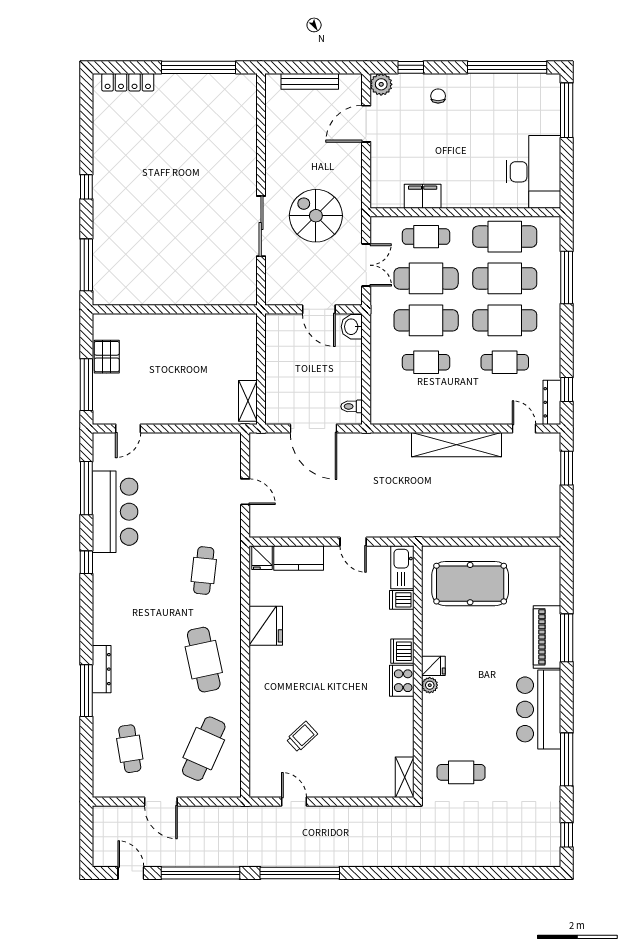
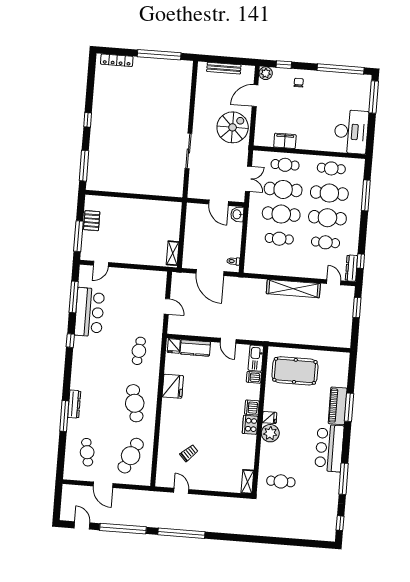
spiral stairs: (316, 216) -> (233, 127), moved, turned 90
cafe table: (505, 237) -> (331, 168), width x0.73, depth x0.74
plant: (430, 685) -> (270, 433), width x1.88, depth x1.88

